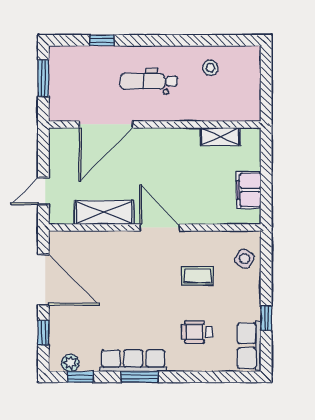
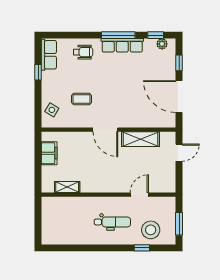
stool: (210, 68) -> (151, 230), moved, width x1.89, depth x1.89
door: (106, 124) -> (139, 195), width x0.53
wheelchair: (197, 332) -> (83, 52), moved
window: (139, 377) -> (118, 35), width x1.44

